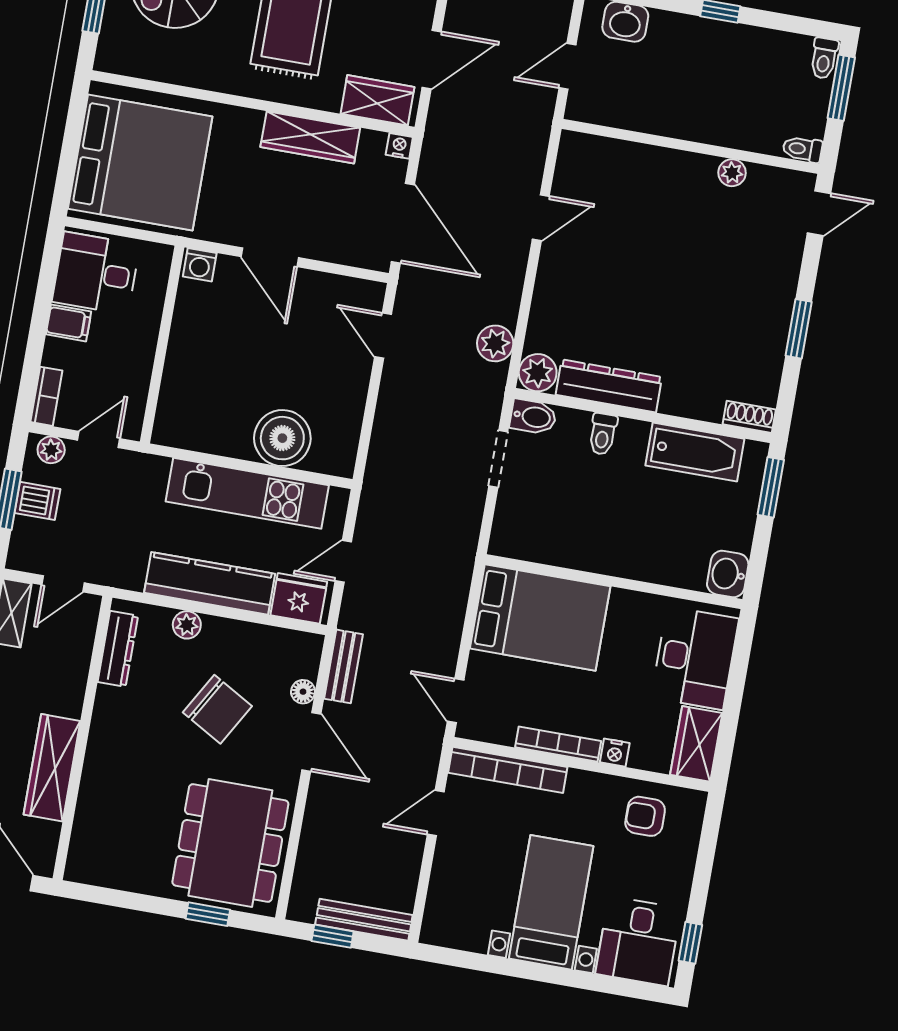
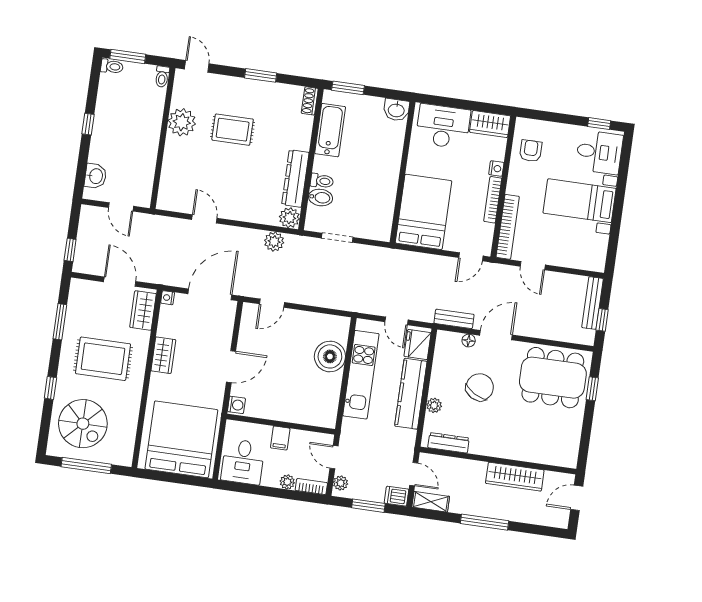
wardrobe: (310, 137) -> (163, 355), width x0.67
plant: (732, 173) -> (182, 122), width x1.87, depth x1.87
rug: (702, 274) -> (233, 130), added
filing cabinet: (68, 323) -> (280, 438), moved, turned 180
plant: (56, 353) -> (287, 482), added
bidet: (533, 417) -> (321, 198), moved, turned 90
dishwasher: (37, 501) -> (396, 496), moved, turned -90
armchair: (645, 816) -> (531, 151), turned 180

